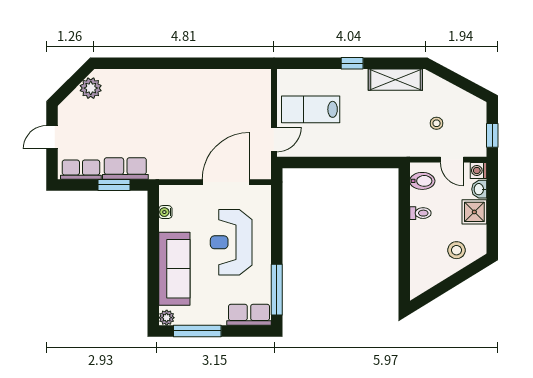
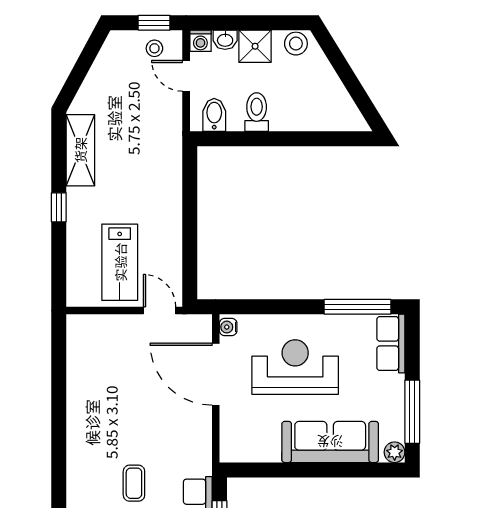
coffee table: (143, 120) -> (134, 483), added
stool: (437, 123) -> (154, 48), moved
door: (452, 160) -> (186, 76), swing flipped
water cooler: (165, 212) -> (228, 327), moved, turned 90
toilet: (420, 213) -> (257, 112), width x1.37, depth x1.39
reception desk: (231, 242) -> (295, 367), turned 180
stool: (456, 250) -> (296, 44), moved

